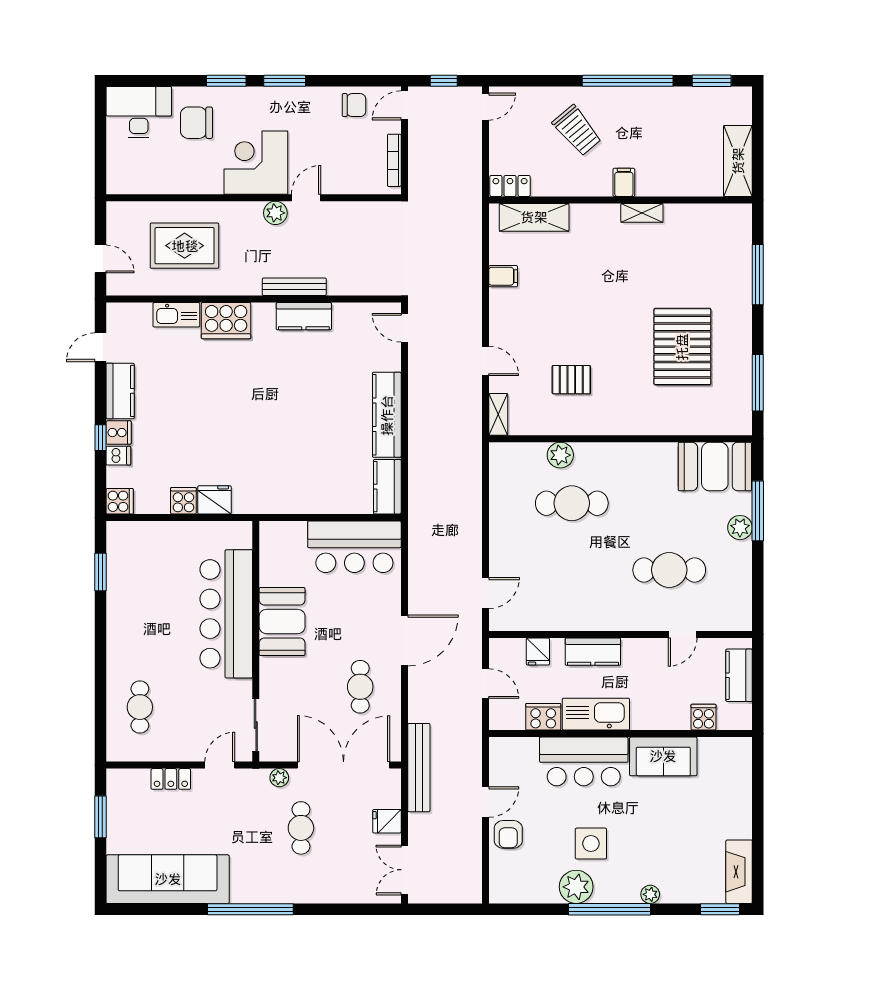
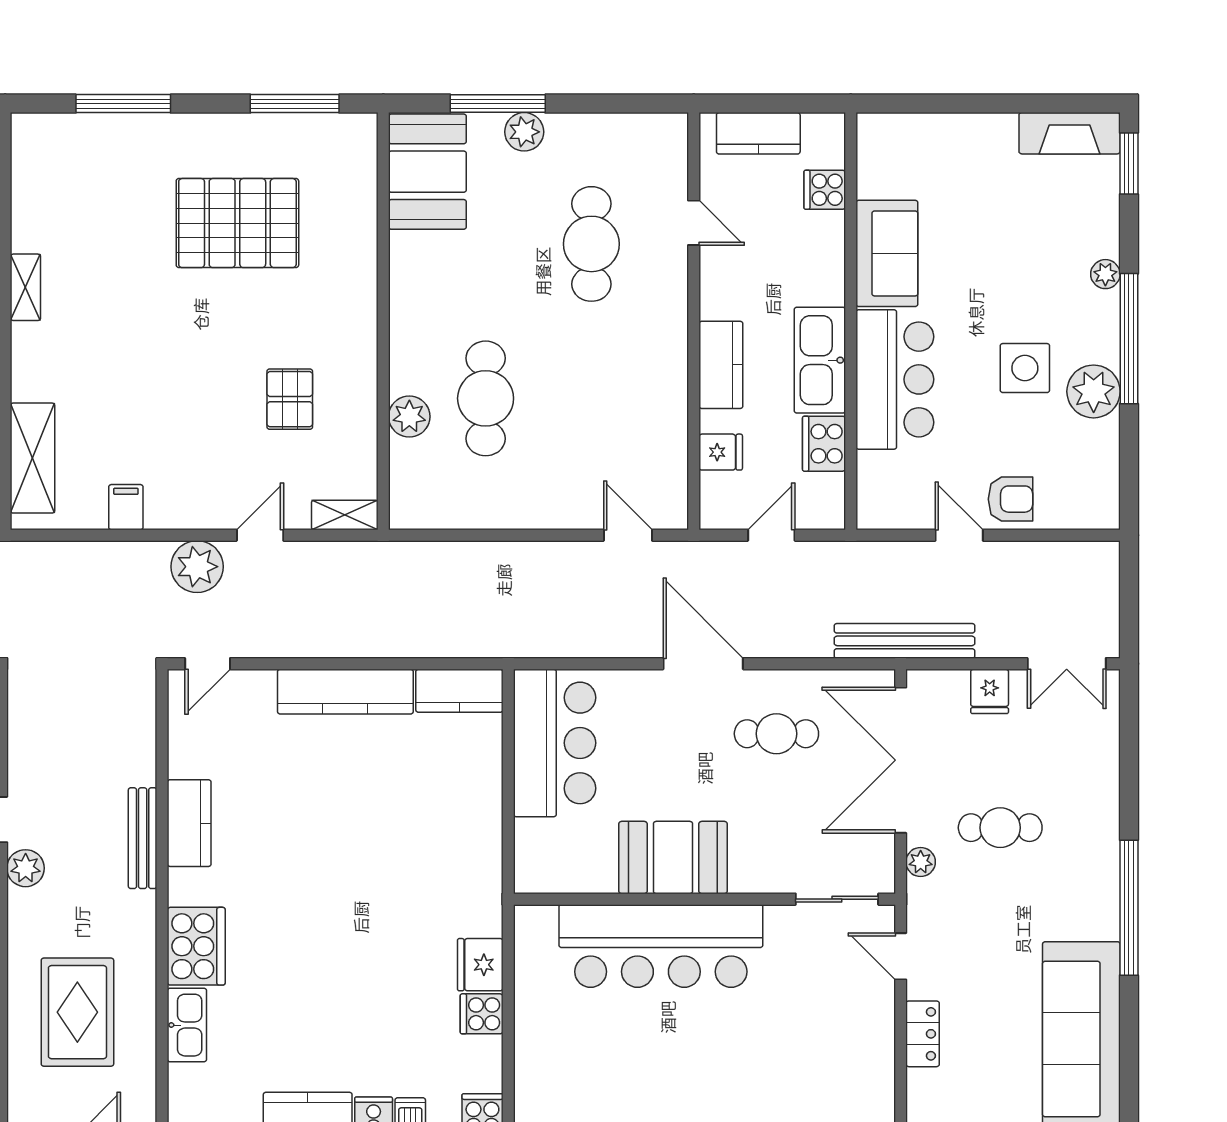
plant: (466, 321) -> (197, 567), added
cafe table: (140, 707) -> (809, 1083), removed

